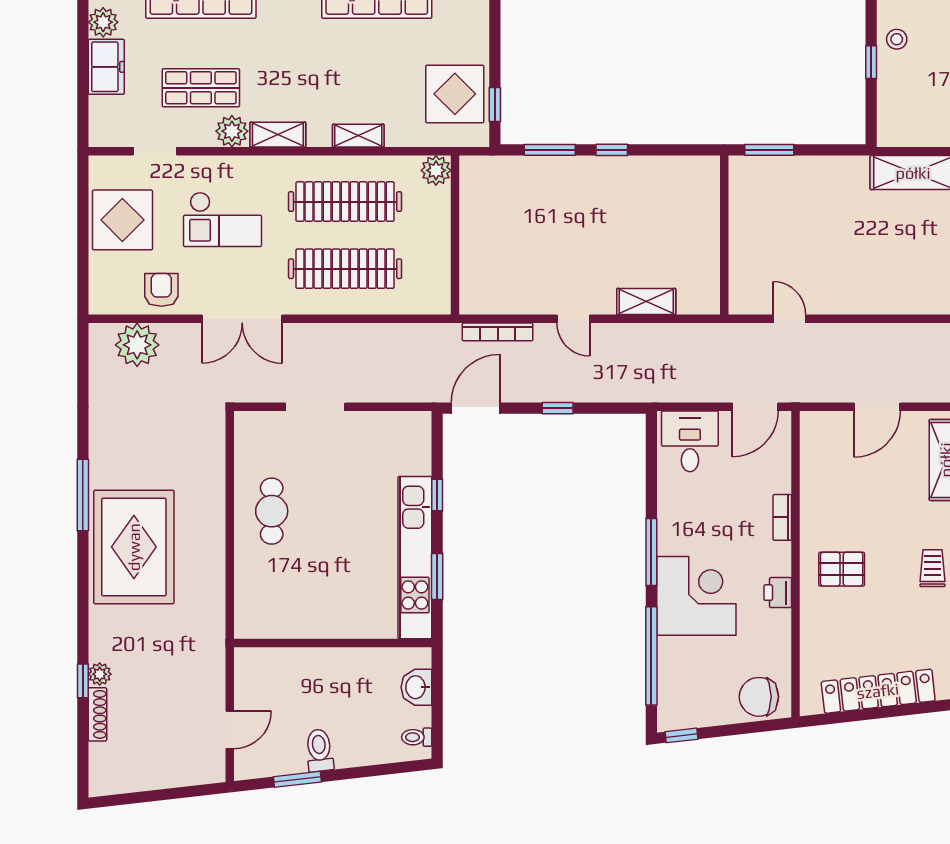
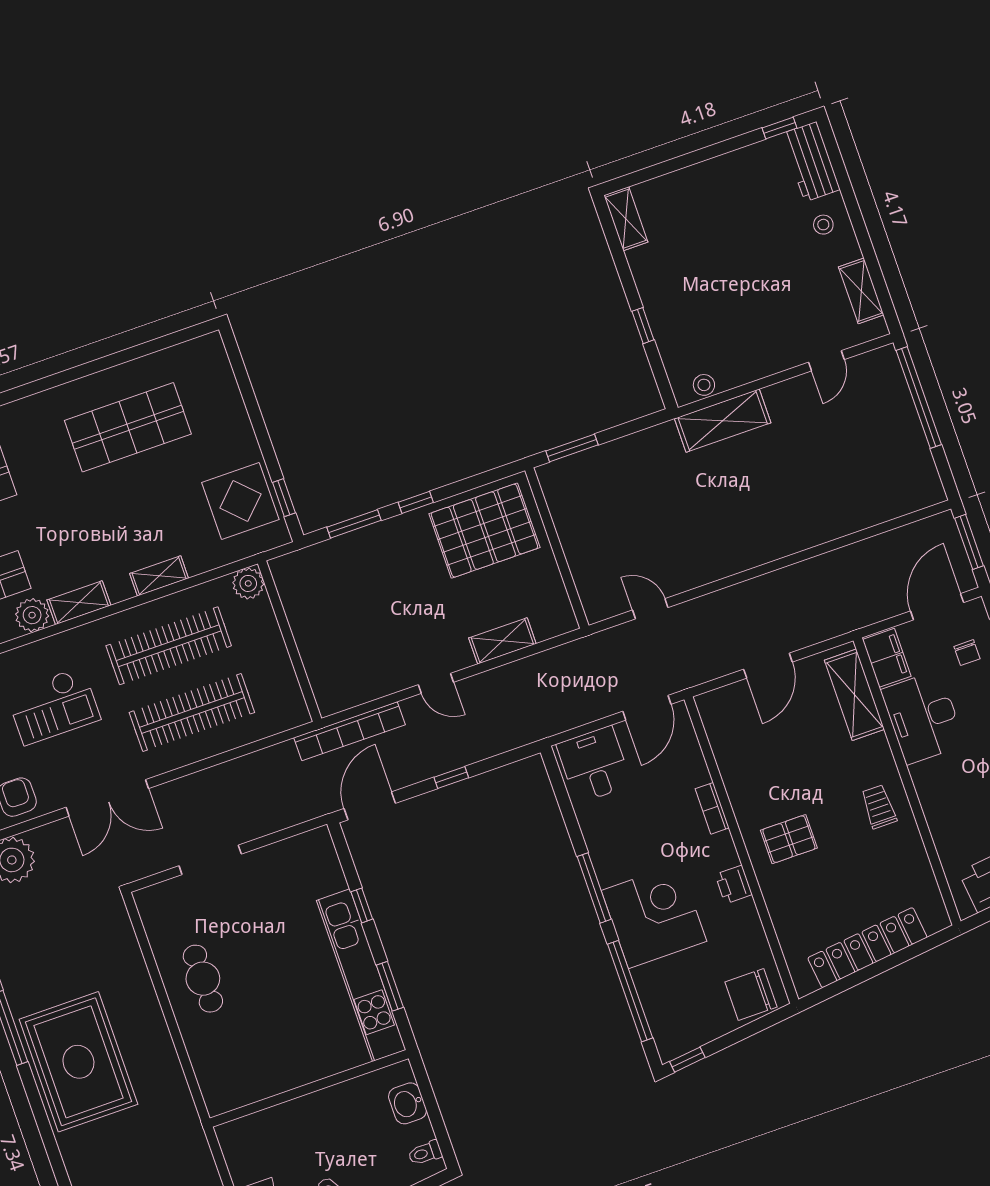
stool: (897, 39) -> (704, 385), moved
pallet: (665, 197) -> (484, 531), added
bookcase: (498, 332) -> (349, 731), width x1.48, depth x1.31

